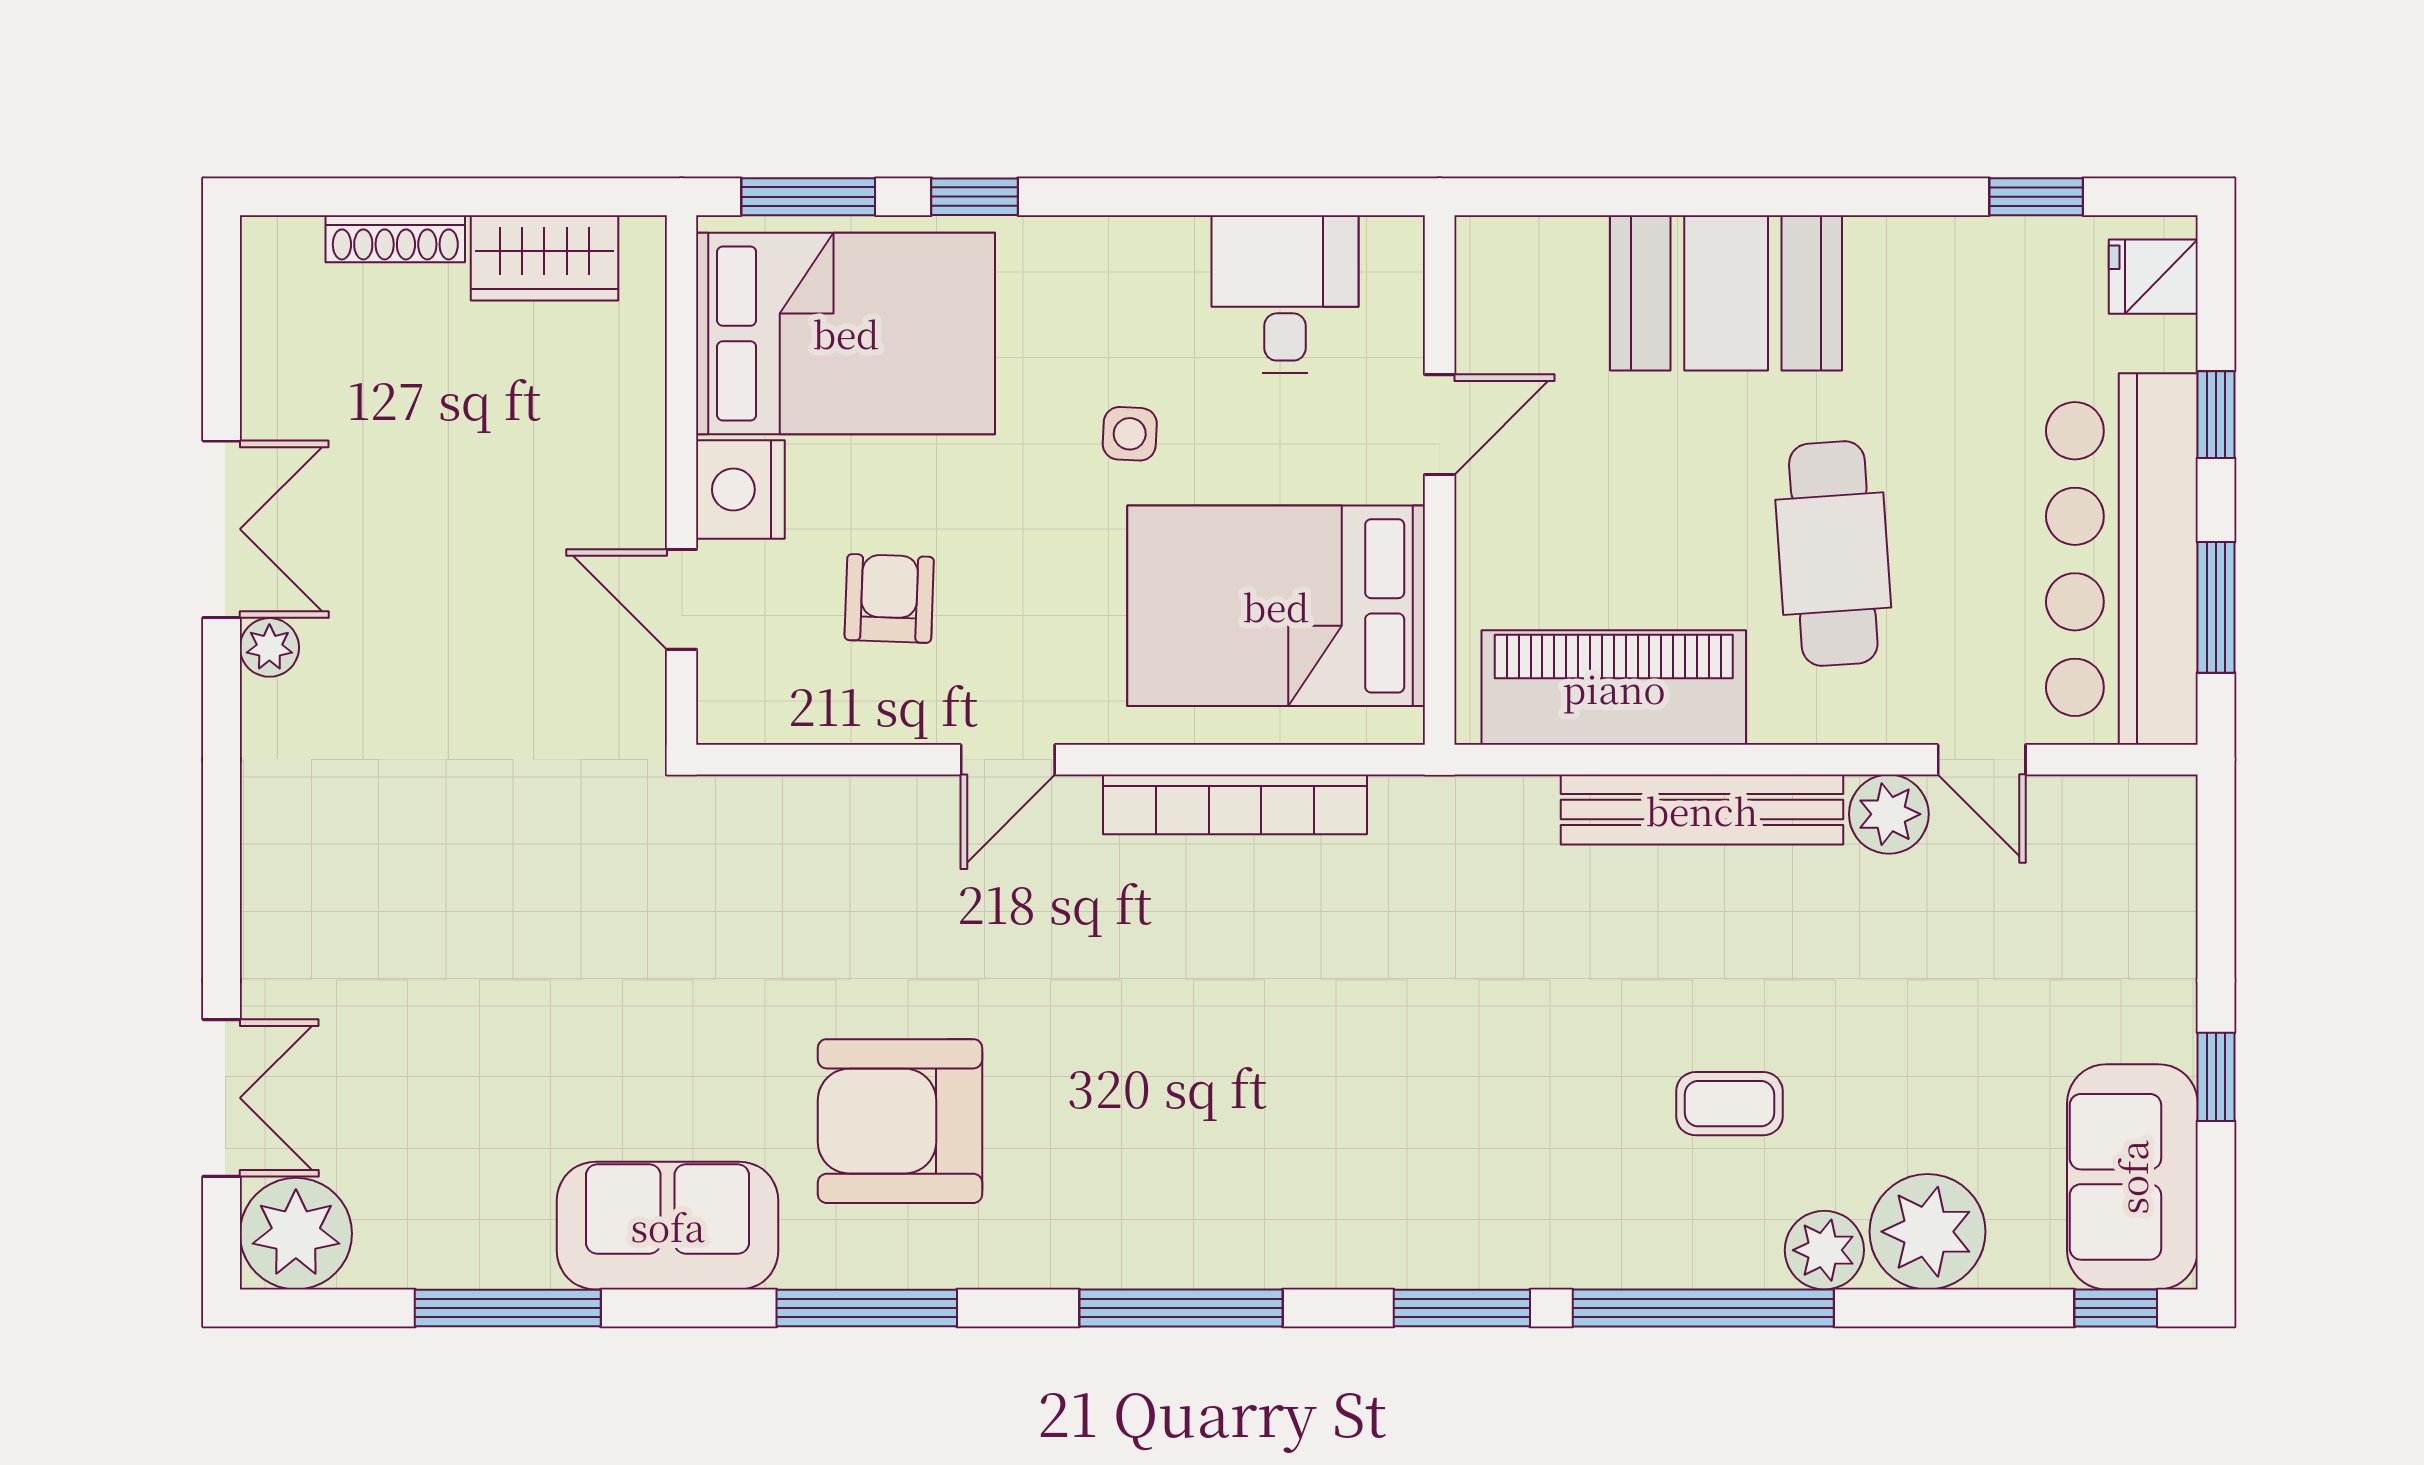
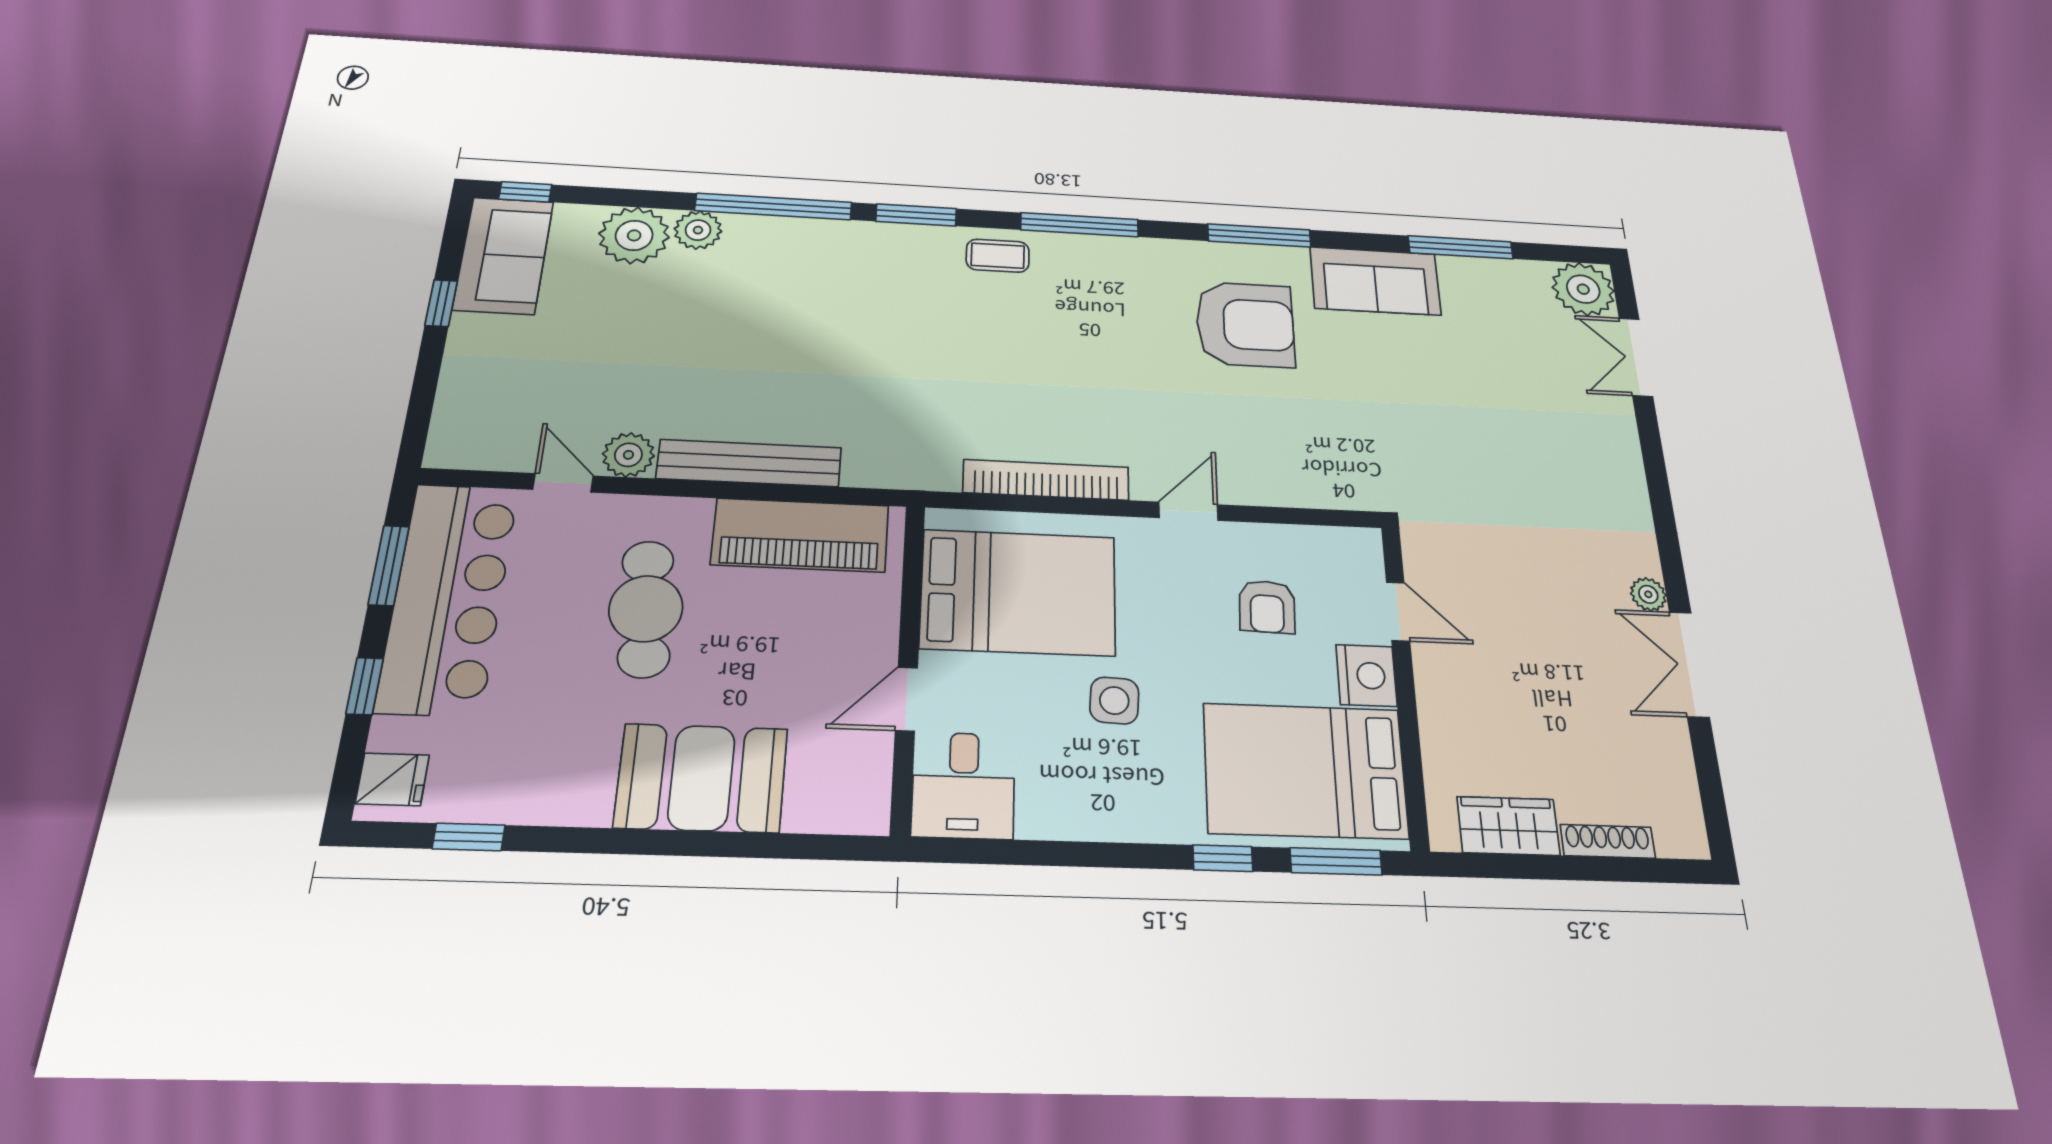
desk: (1285, 294) -> (963, 785), moved
side table: (1130, 434) -> (1114, 700), width x1.37, depth x1.37
coffee table: (1729, 1104) -> (998, 256), moved

